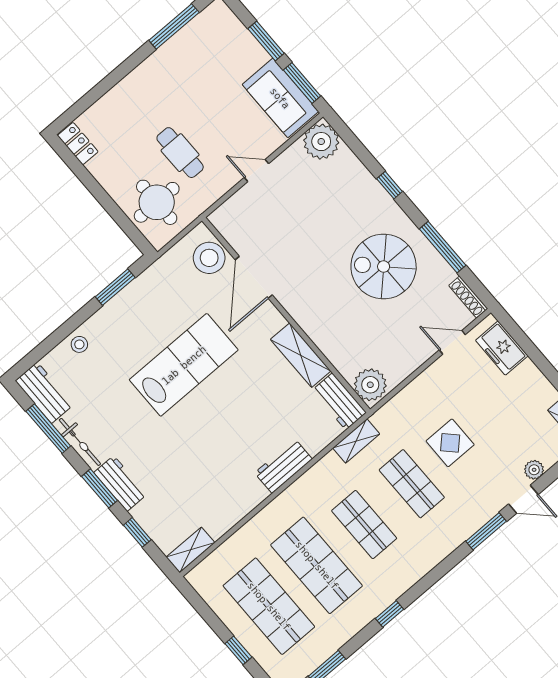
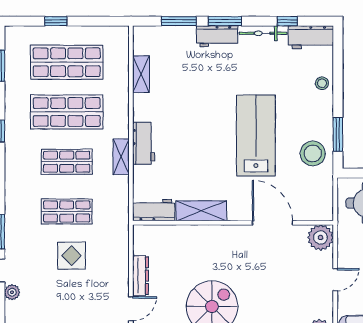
stool: (209, 258) -> (313, 153), moved
dresser: (413, 360) -> (141, 276), added
lab bench: (184, 365) -> (256, 135), turned 180
plant: (370, 385) -> (321, 237), moved
window: (48, 429) -> (287, 21), width x0.46
shelving: (356, 441) -> (121, 157), moved
window: (137, 532) -> (179, 21), width x1.50
shelving: (190, 550) -> (141, 74), moved

